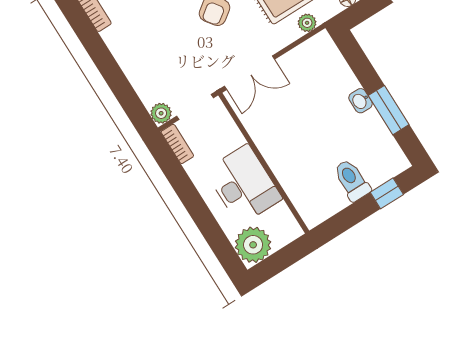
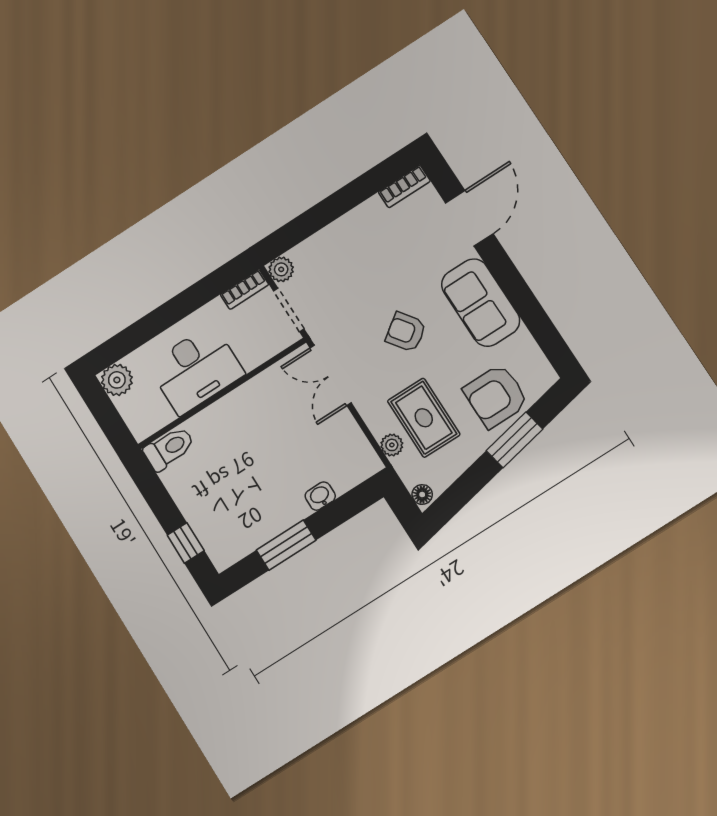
washbasin: (361, 101) -> (320, 496), moved
toilet: (352, 180) -> (169, 448), moved
plant: (253, 245) -> (117, 380), width x0.73, depth x0.73

